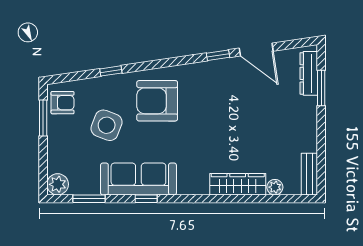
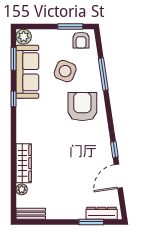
window: (111, 71) -> (103, 74), width x2.17
sofa: (138, 179) -> (27, 72), moved

